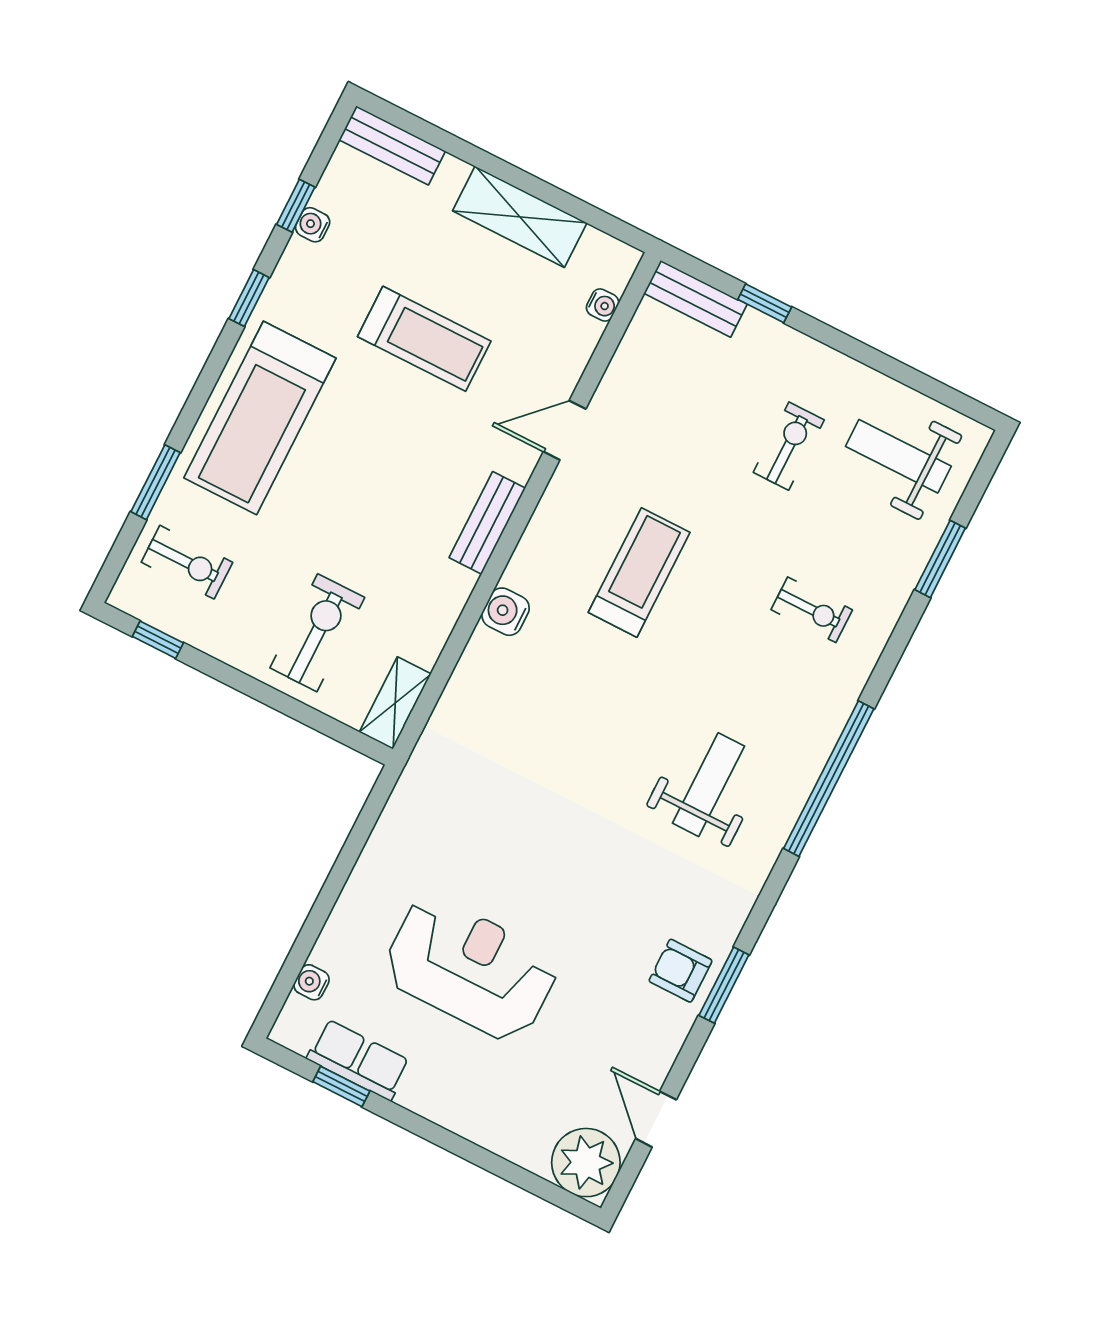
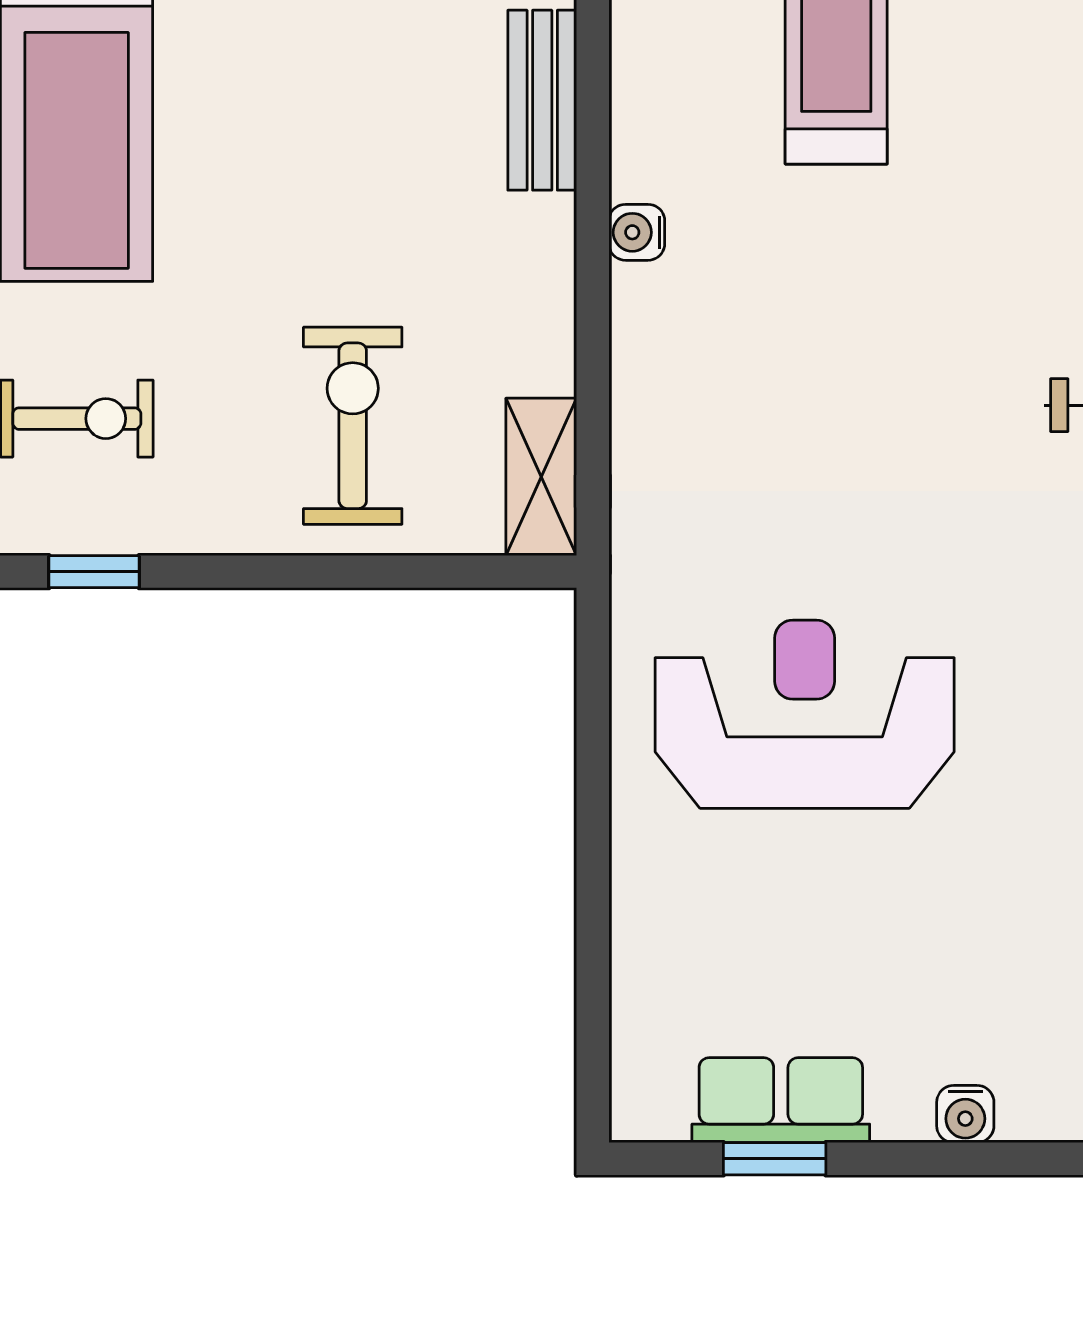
water cooler: (506, 612) -> (637, 232), width x0.72, depth x0.72
reception desk: (470, 968) -> (805, 714), moved
water cooler: (311, 982) -> (965, 1114), moved, turned -90

